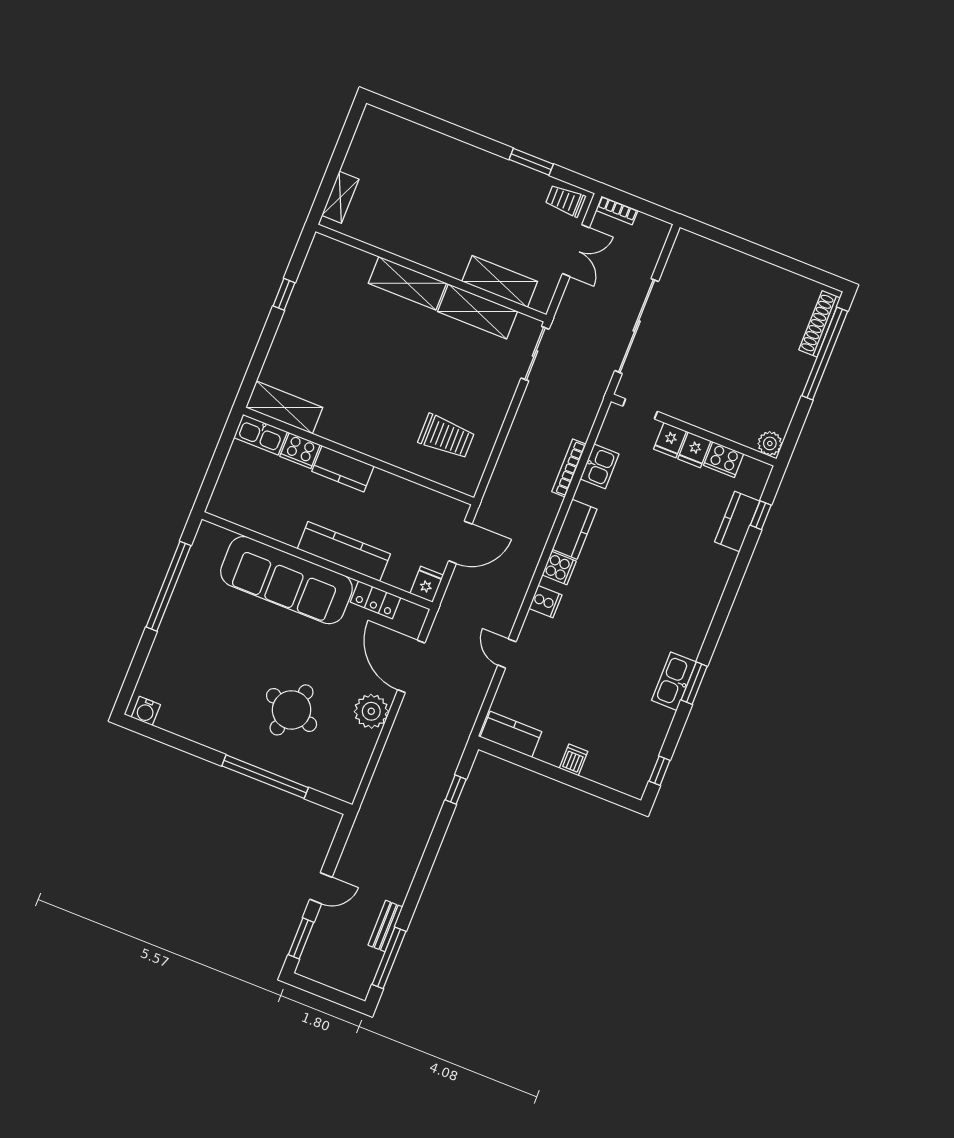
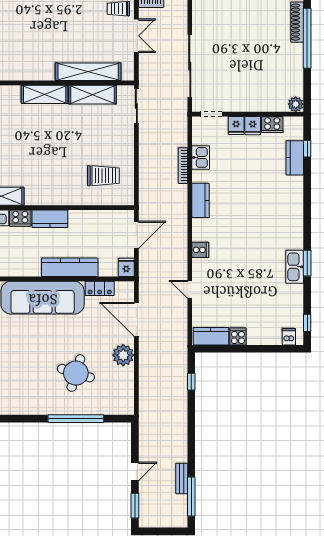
shelving: (500, 281) -> (88, 72), width x1.47
cooker: (559, 568) -> (238, 336), moved, turned -90
dishwasher: (574, 760) -> (289, 337), moved

